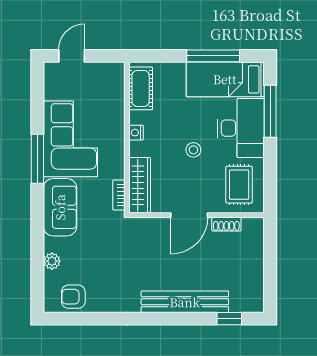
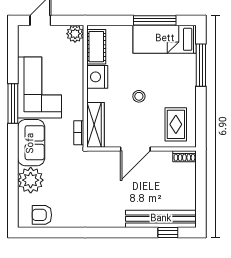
plant: (114, 72) -> (75, 34), added
desk: (241, 128) -> (177, 79), removed
nightstand: (136, 133) -> (97, 77), width x1.89, depth x1.79
shoe rack: (226, 224) -> (184, 156), moved
plant: (52, 261) -> (31, 180), width x1.88, depth x1.88
bench: (185, 302) -> (161, 219), moved

